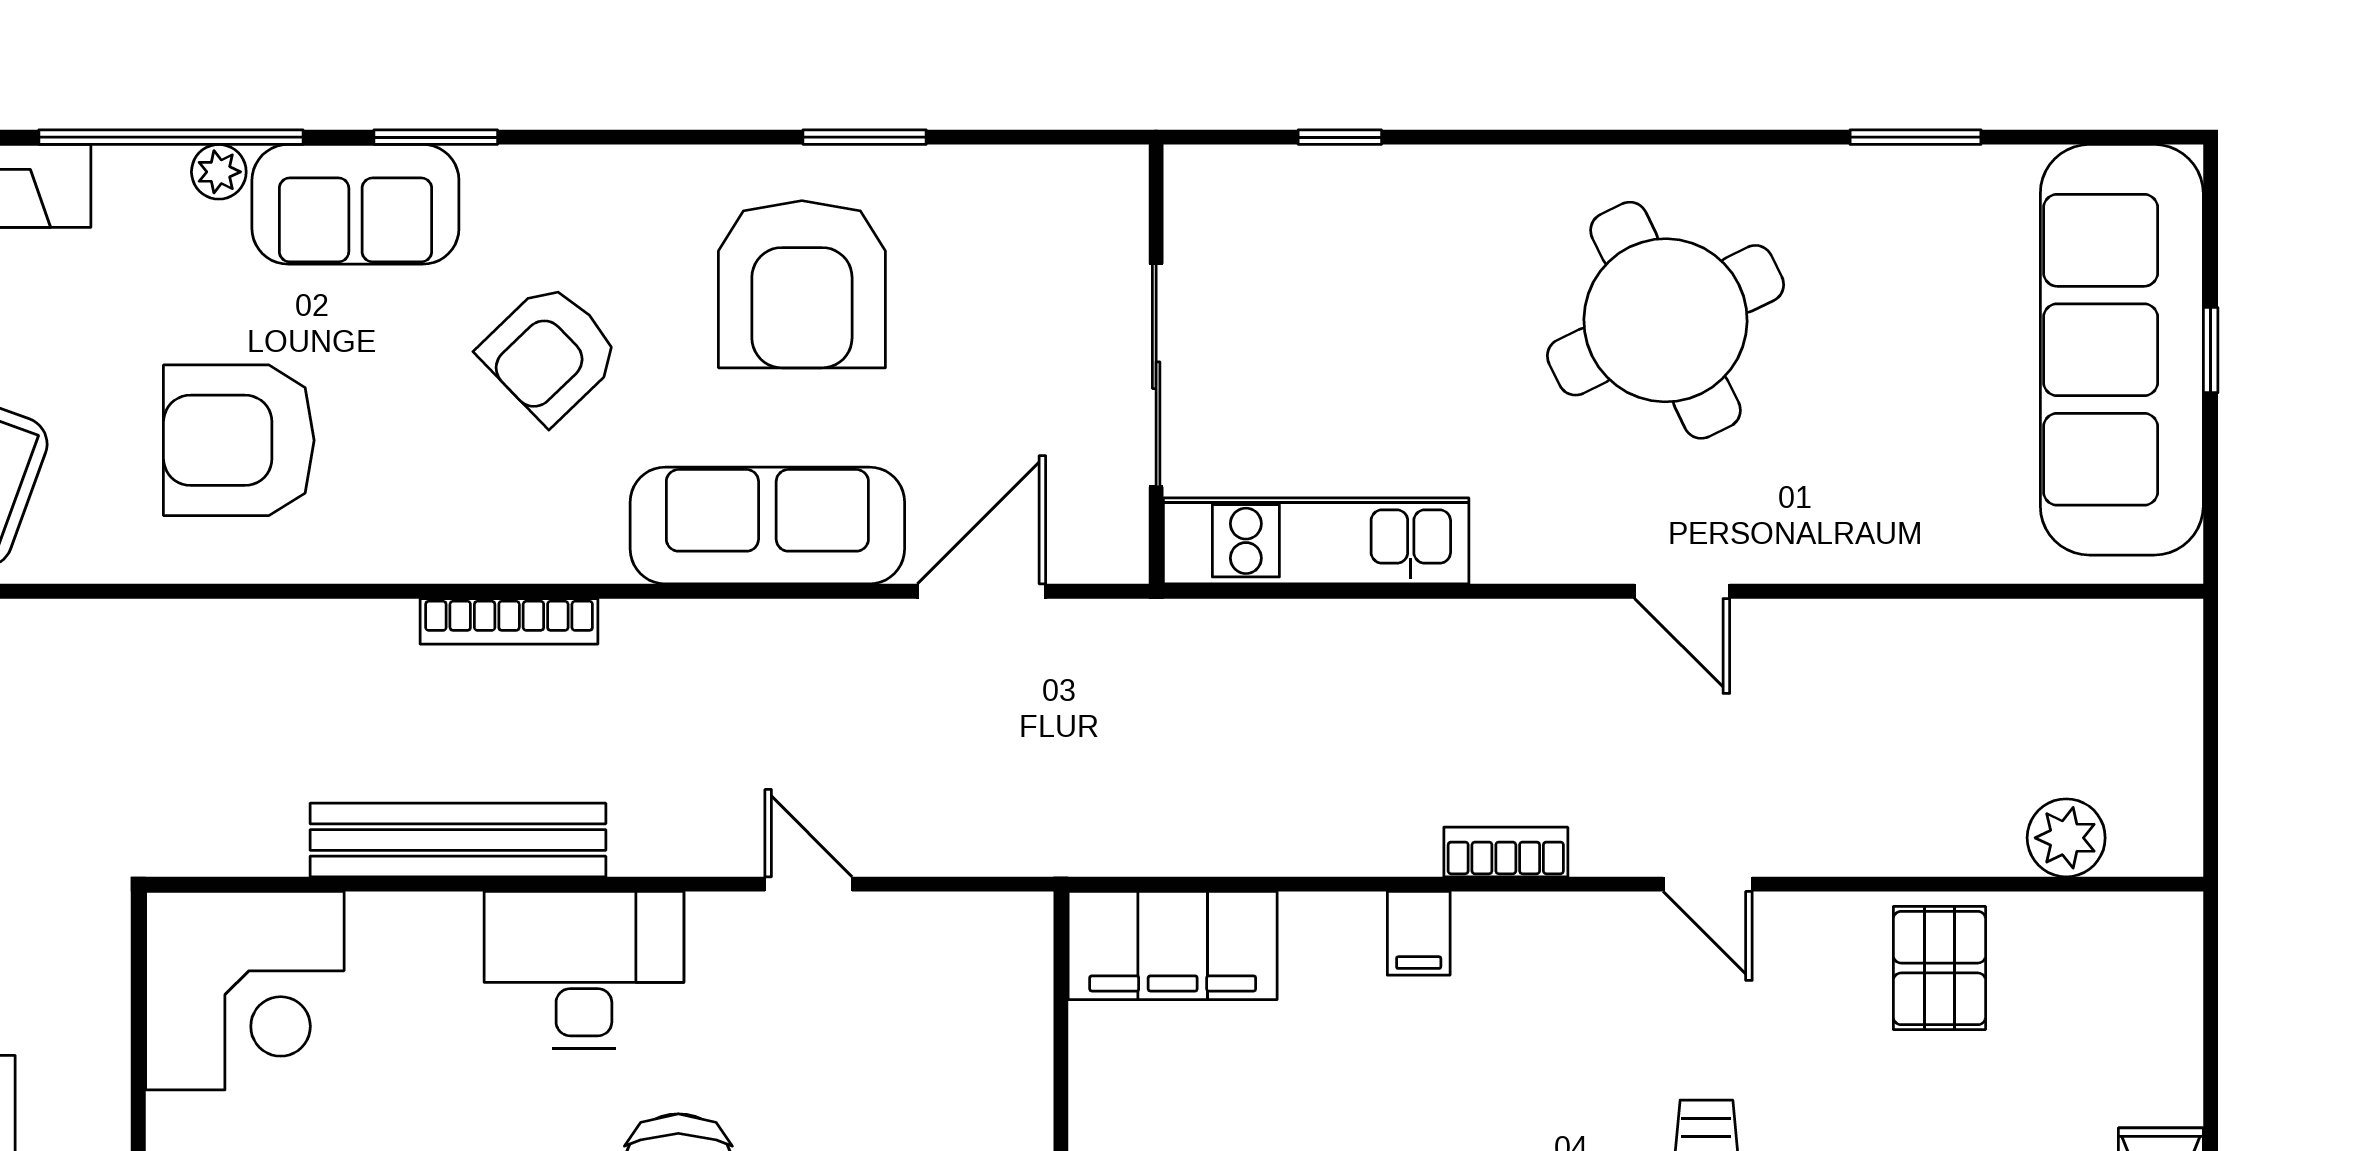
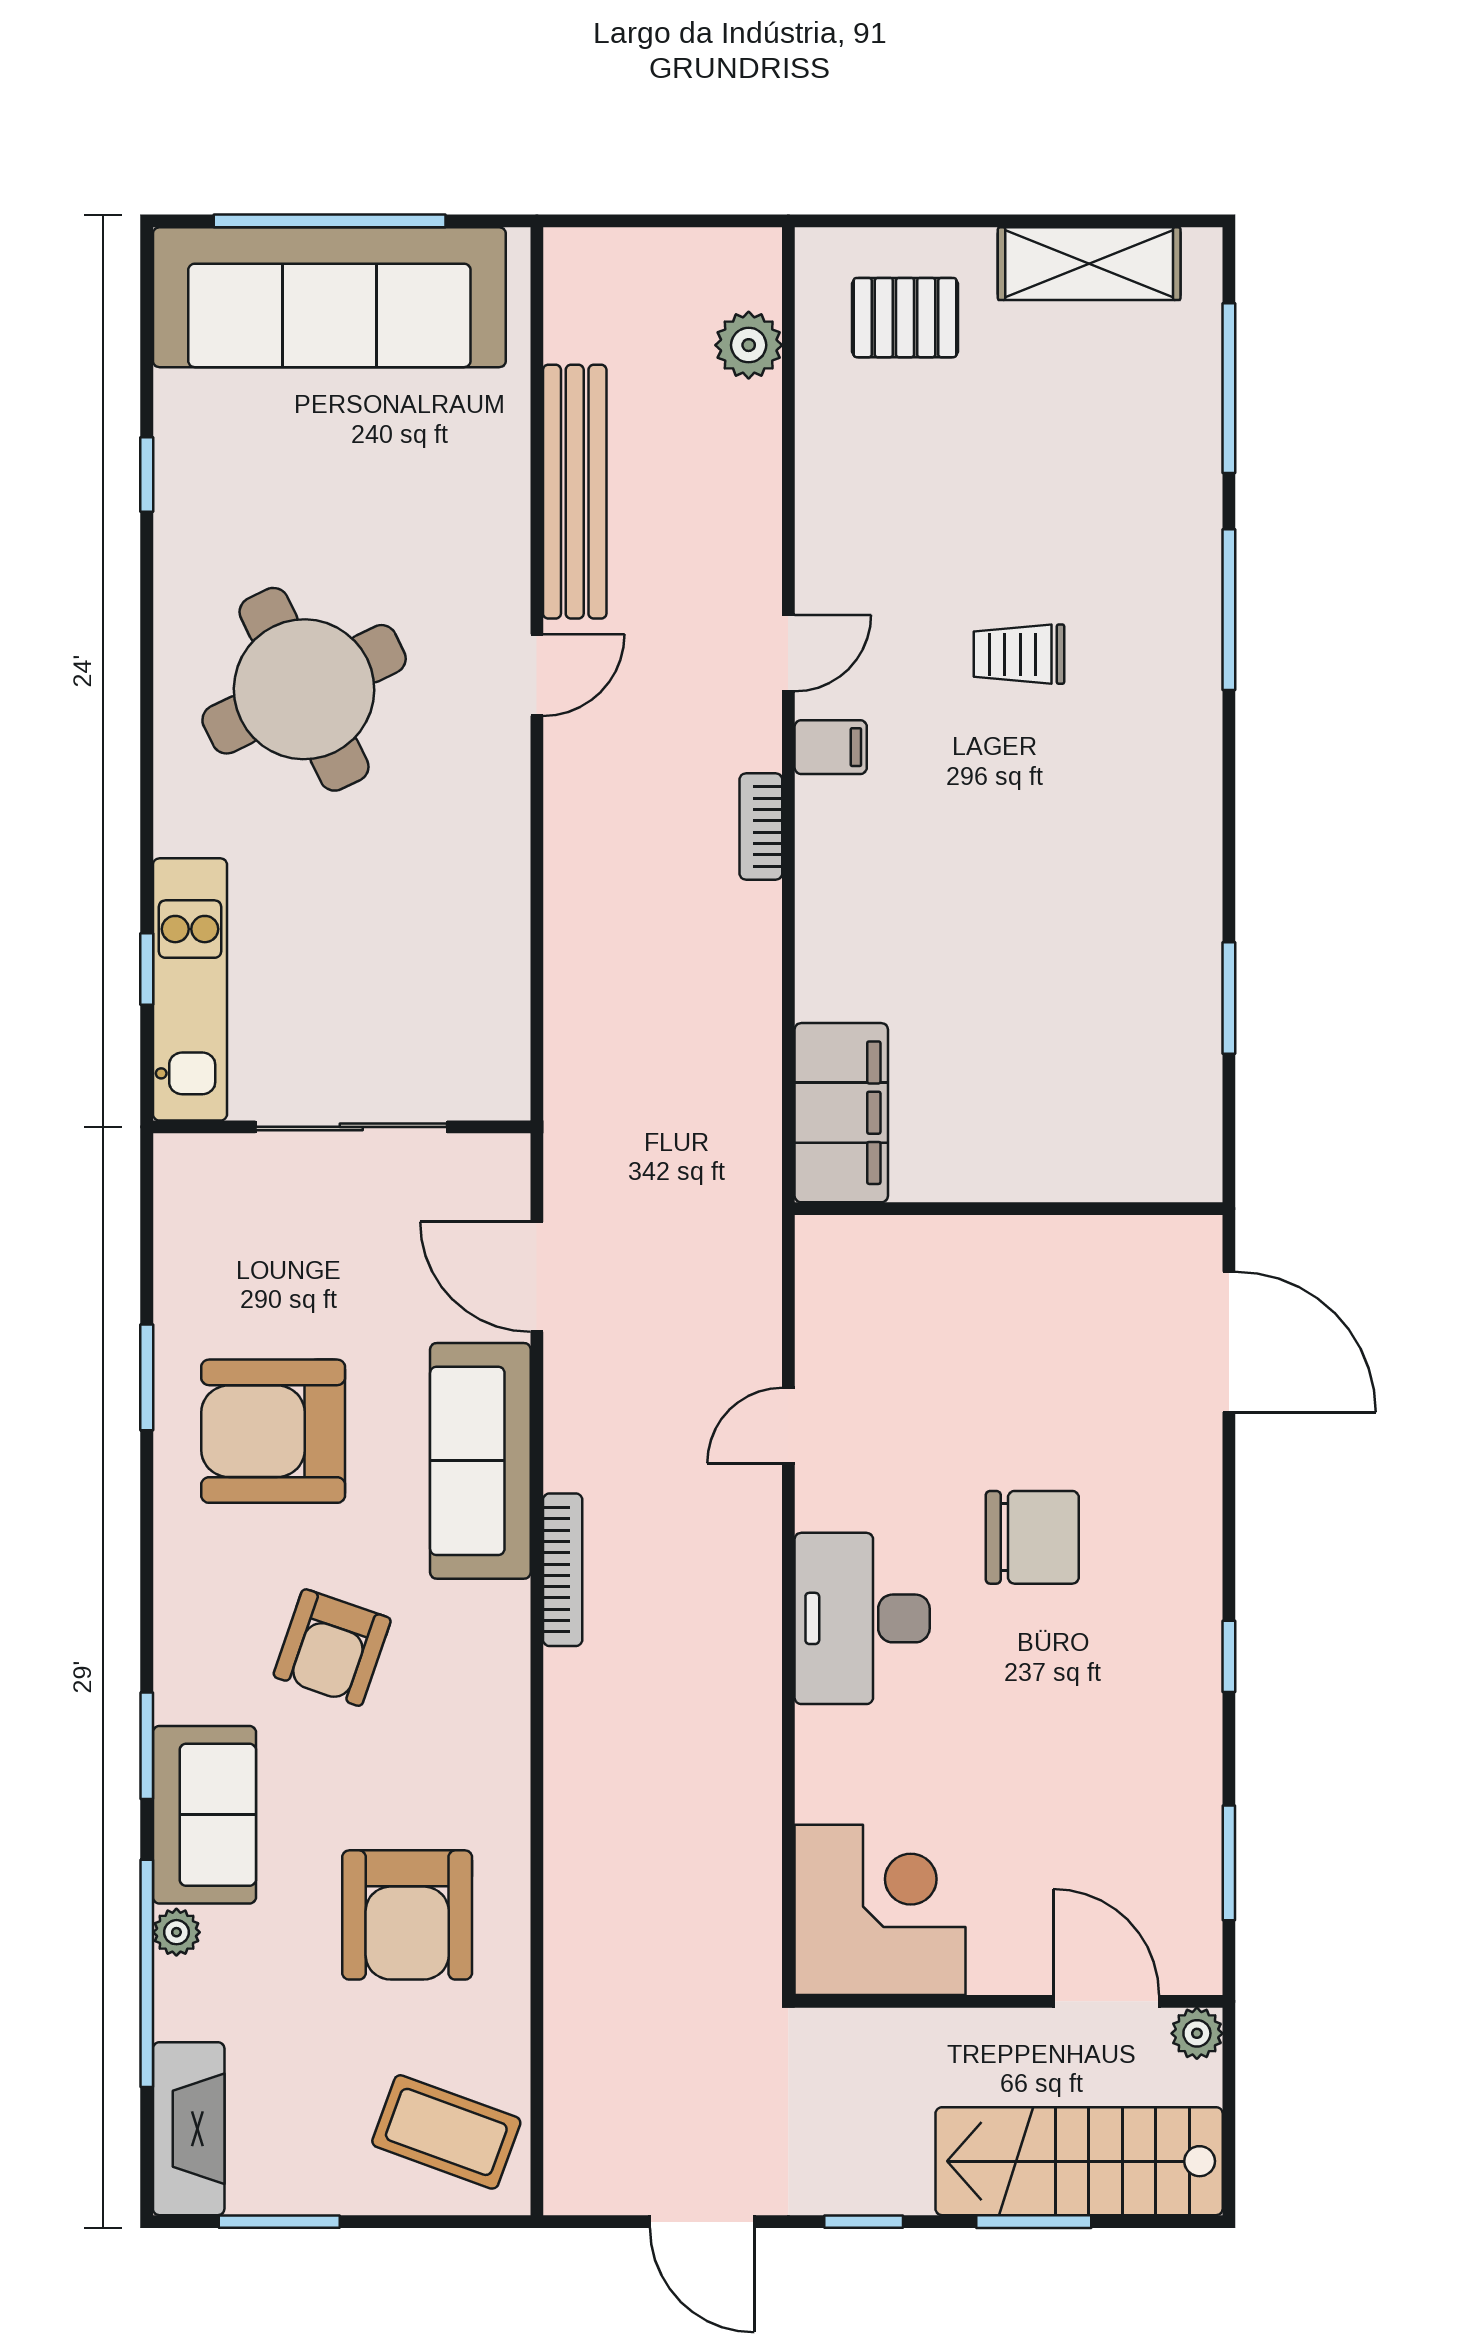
window: (1915, 137) -> (147, 475), width x0.67
armchair: (802, 284) -> (273, 1431), turned 180
window: (2211, 350) -> (330, 221), width x3.17
armchair: (550, 353) -> (332, 1648), turned 63
kitchen unit: (1316, 541) -> (190, 989), moved, turned 180
bookcase: (509, 621) -> (563, 1570), moved
bench: (458, 840) -> (575, 492), moved
filing cabinet: (1419, 933) -> (831, 747), moved
pallet: (1939, 968) -> (905, 318), moved

